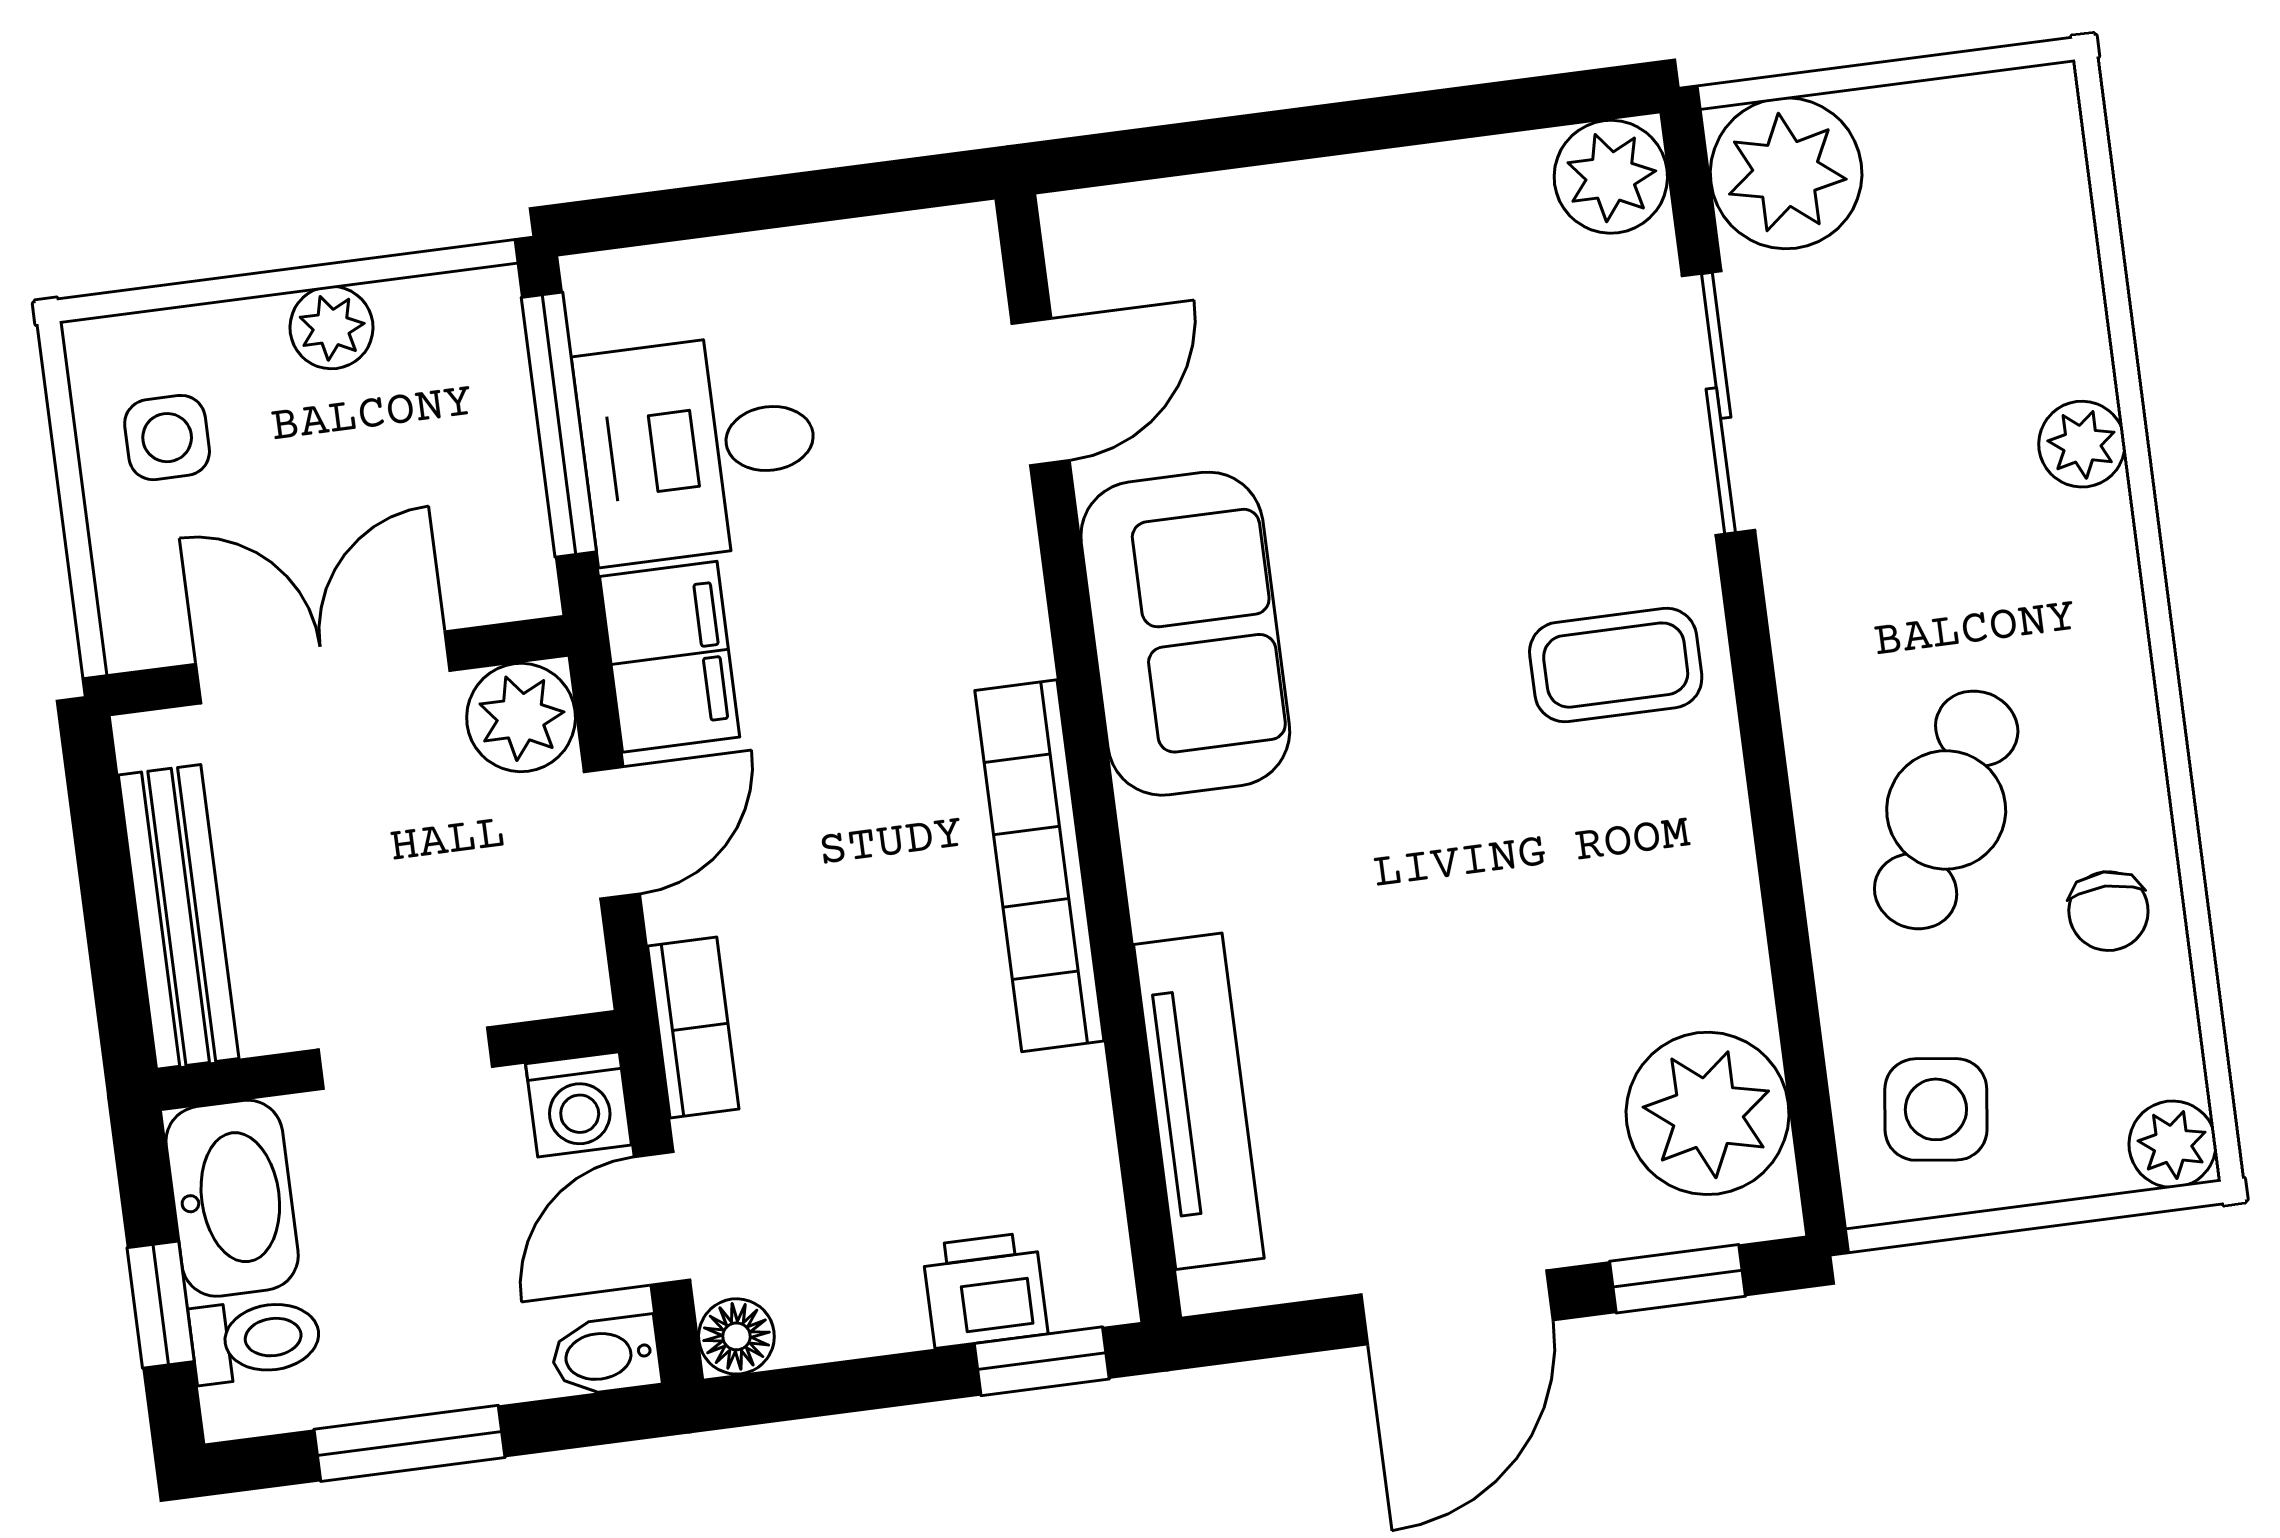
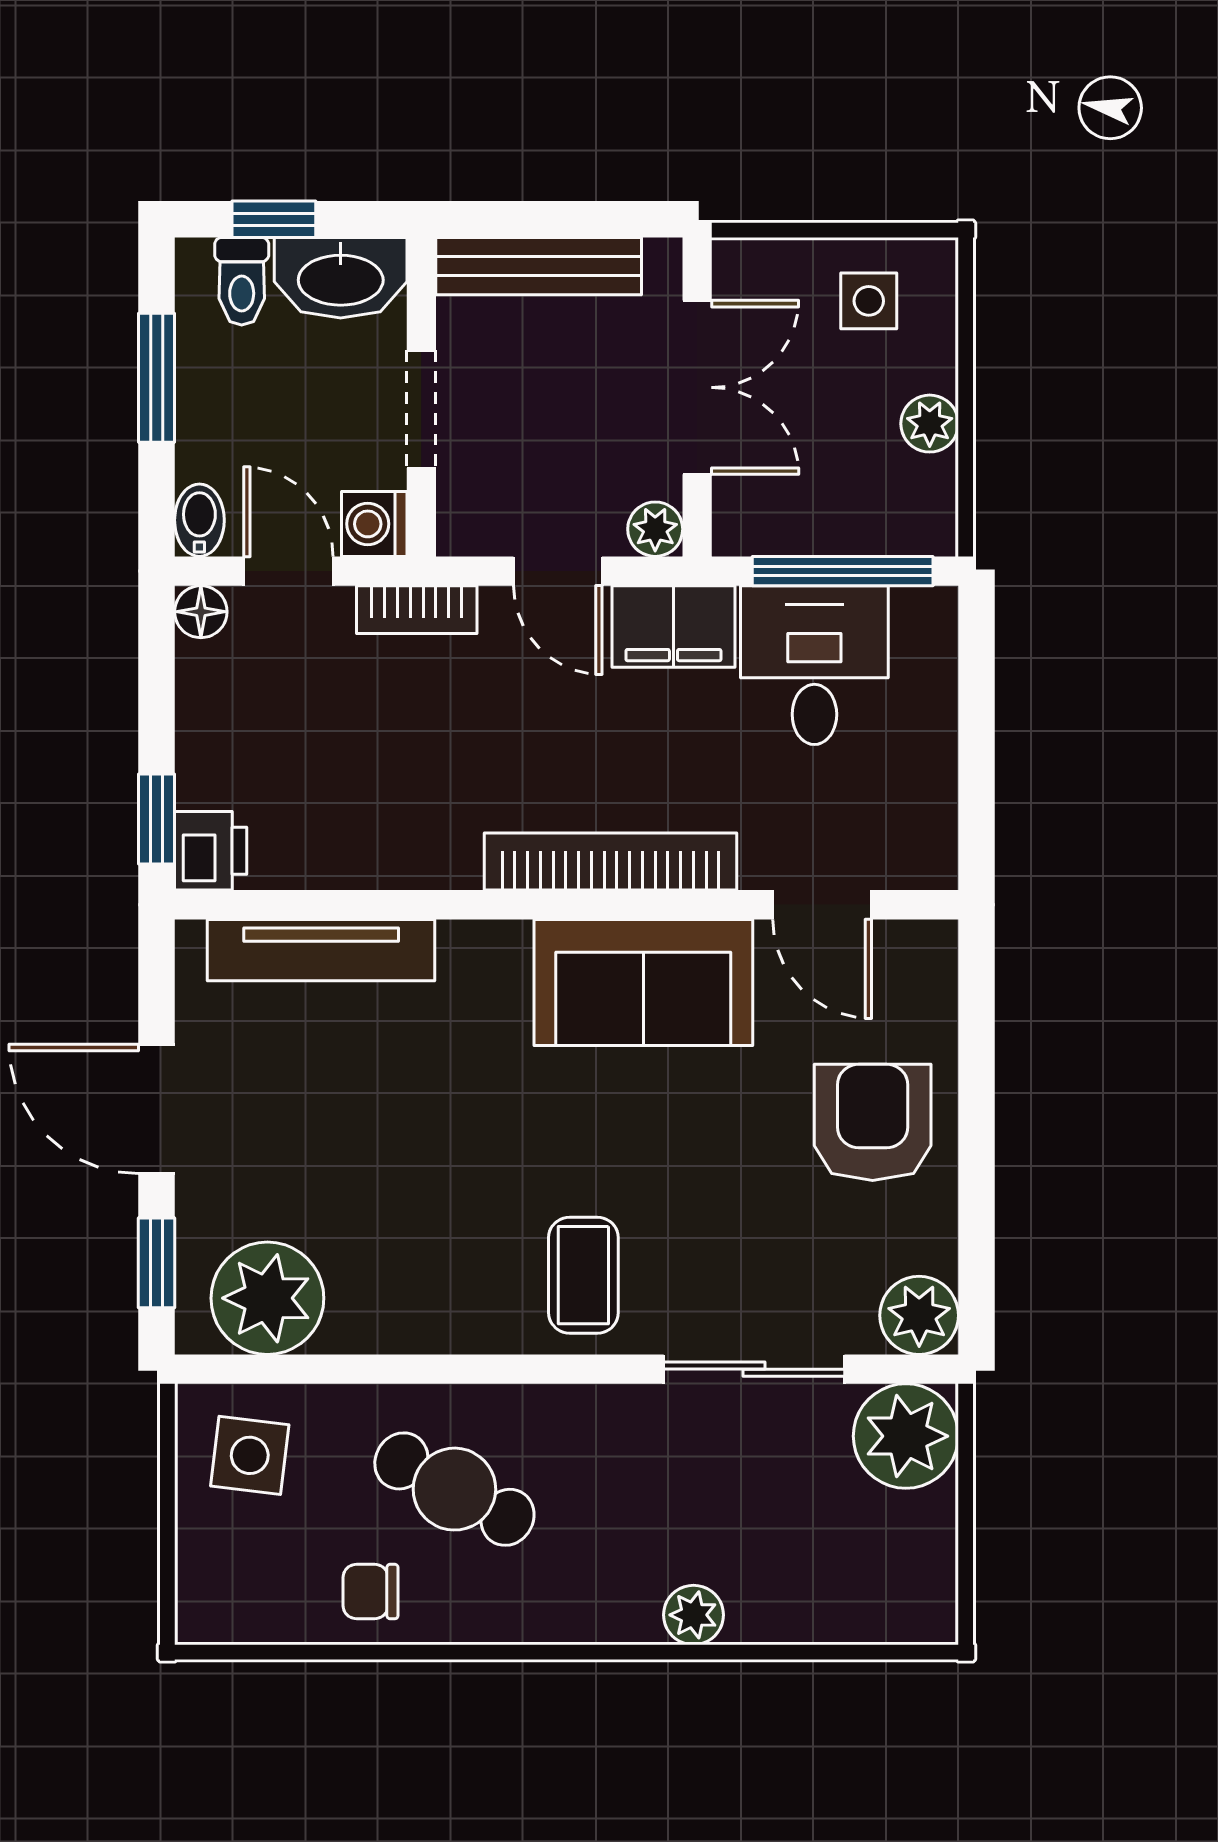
armchair: (1343, 279) -> (873, 1122), added
plant: (521, 718) -> (655, 529), width x0.73, depth x0.73
bookcase: (1039, 866) -> (611, 862), moved
plant: (2173, 1144) -> (205, 1615), removed
printer: (985, 1290) -> (211, 851), moved

